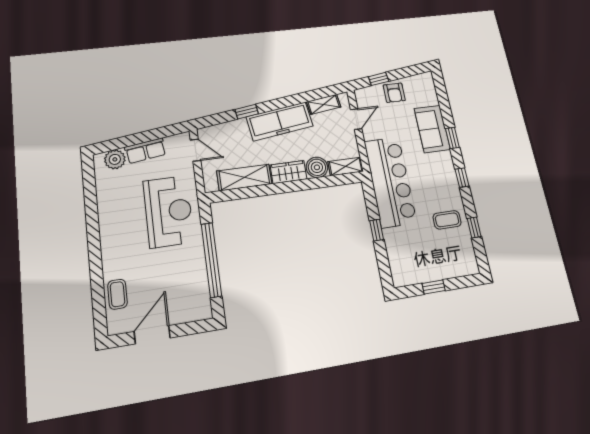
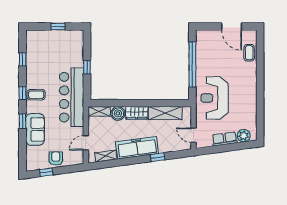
window: (379, 79) -> (46, 172), moved
coffee table: (447, 220) -> (36, 95), moved
door: (152, 335) -> (232, 26), hinge flipped

